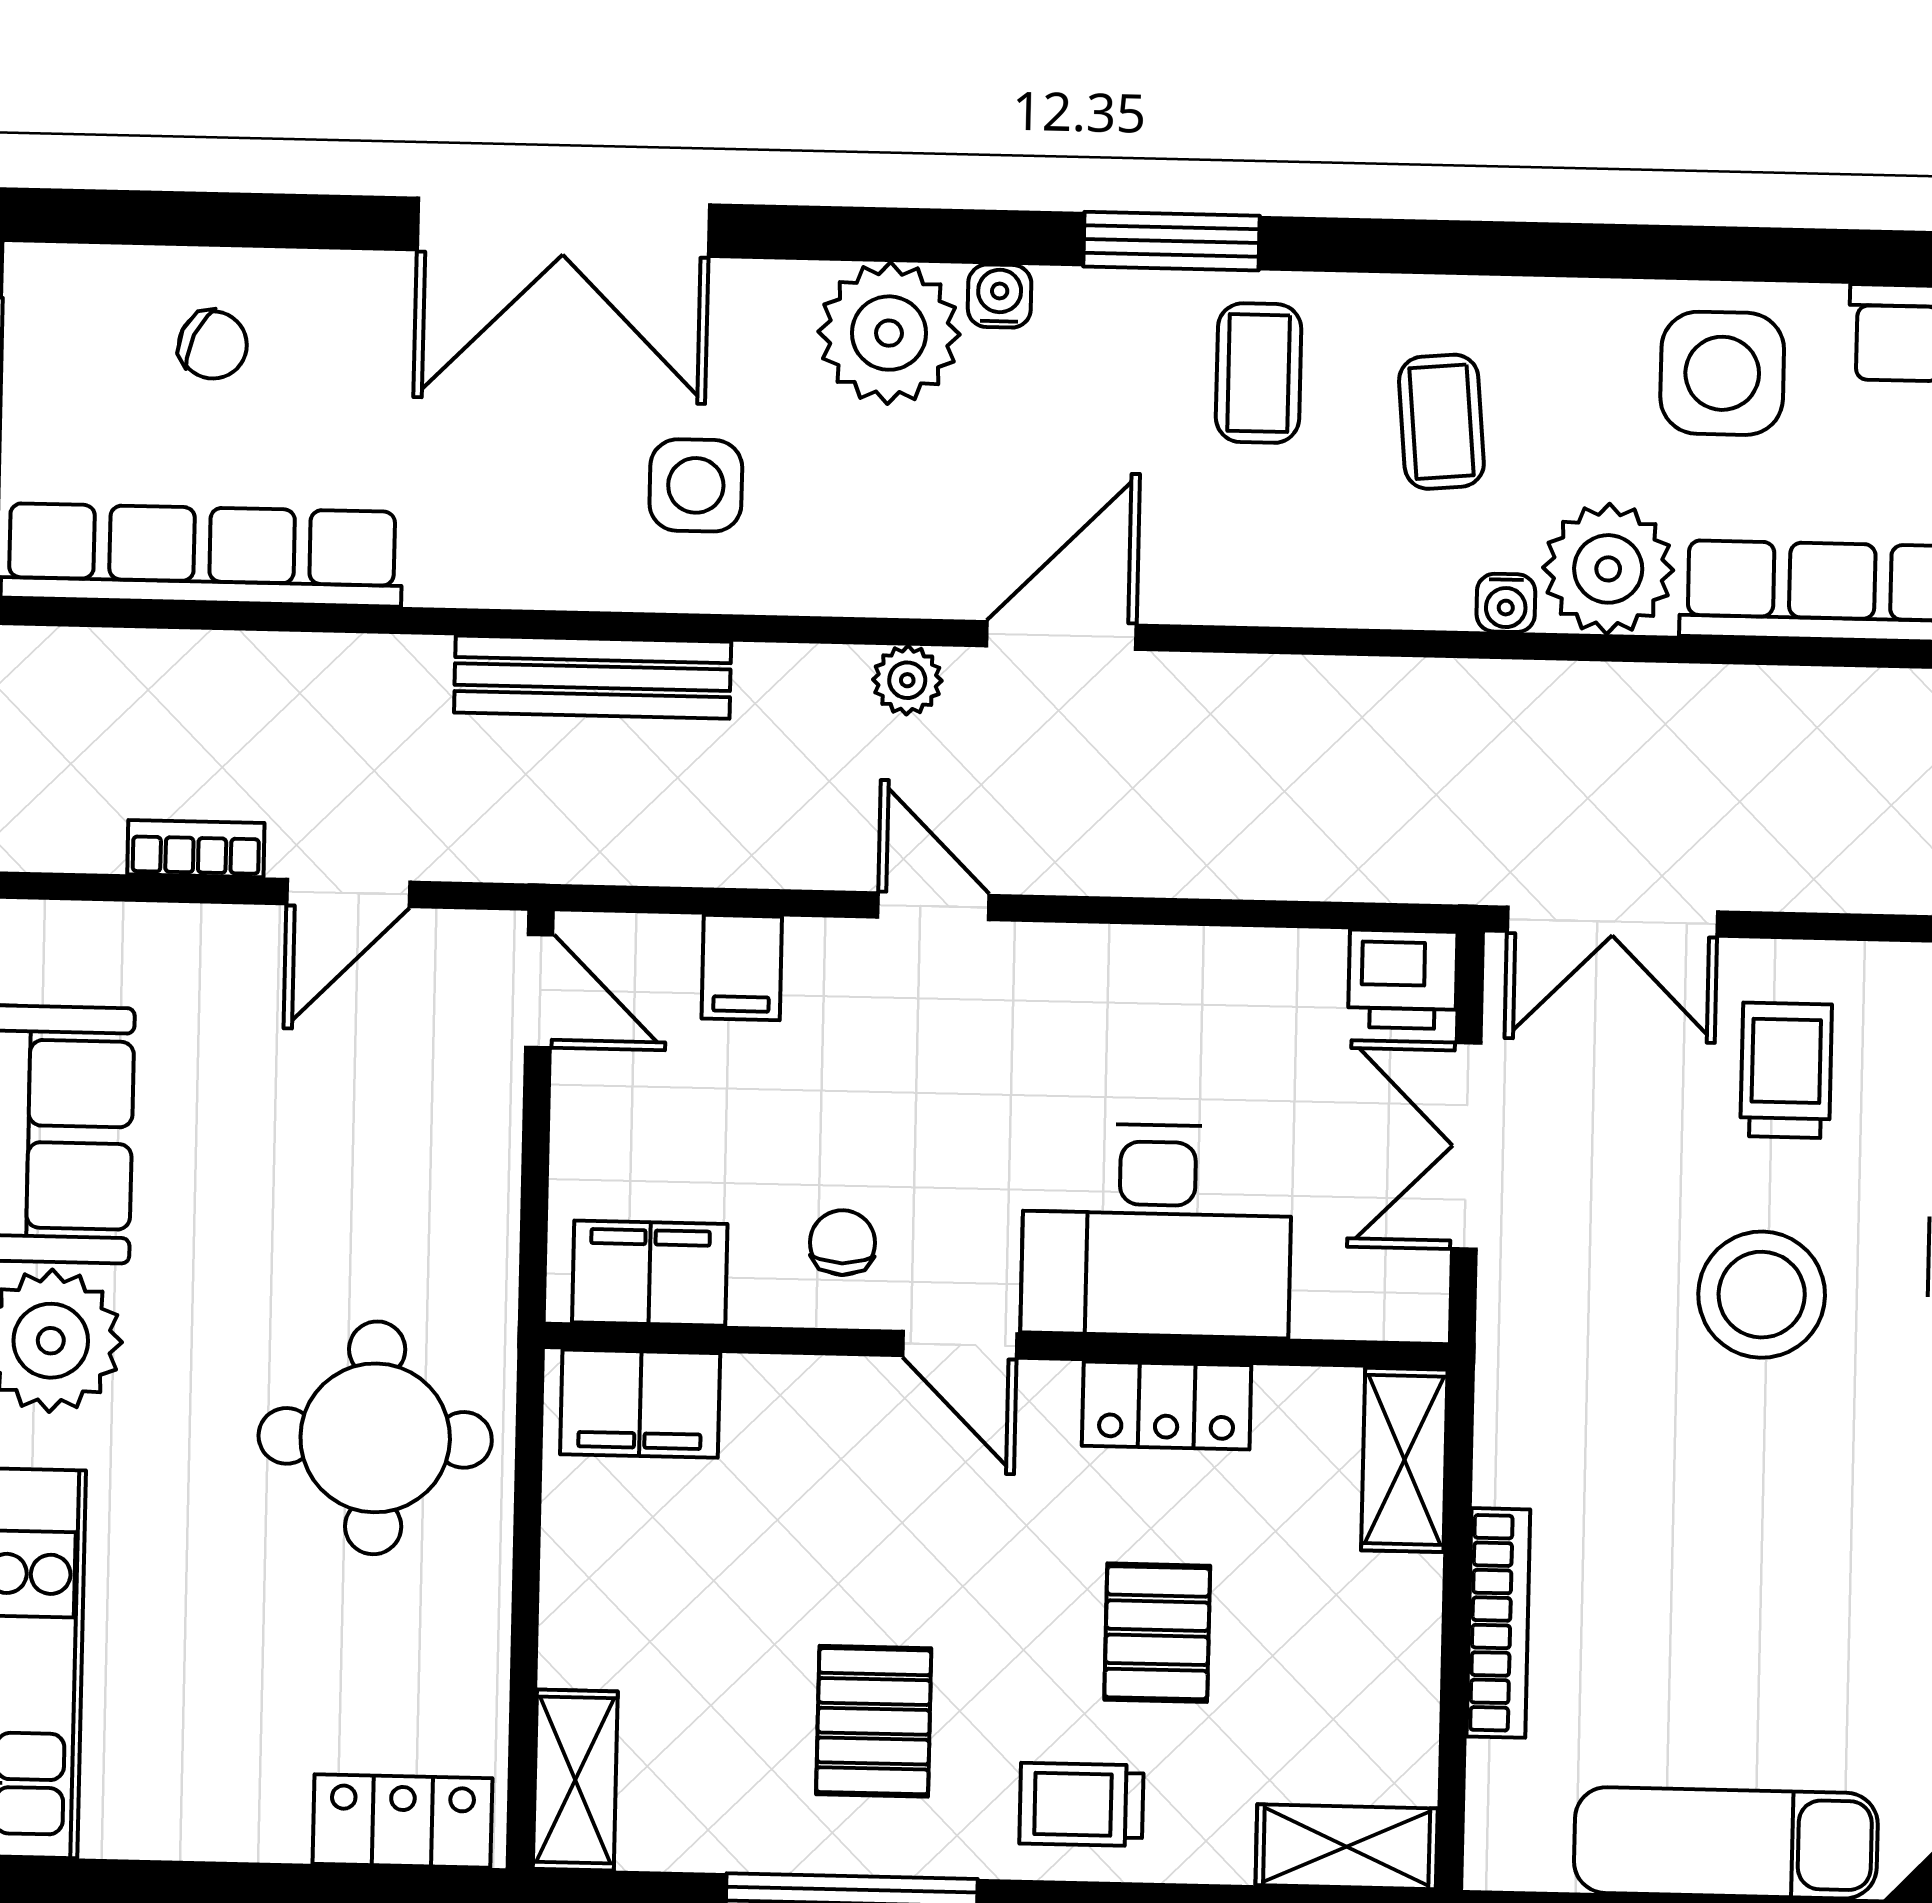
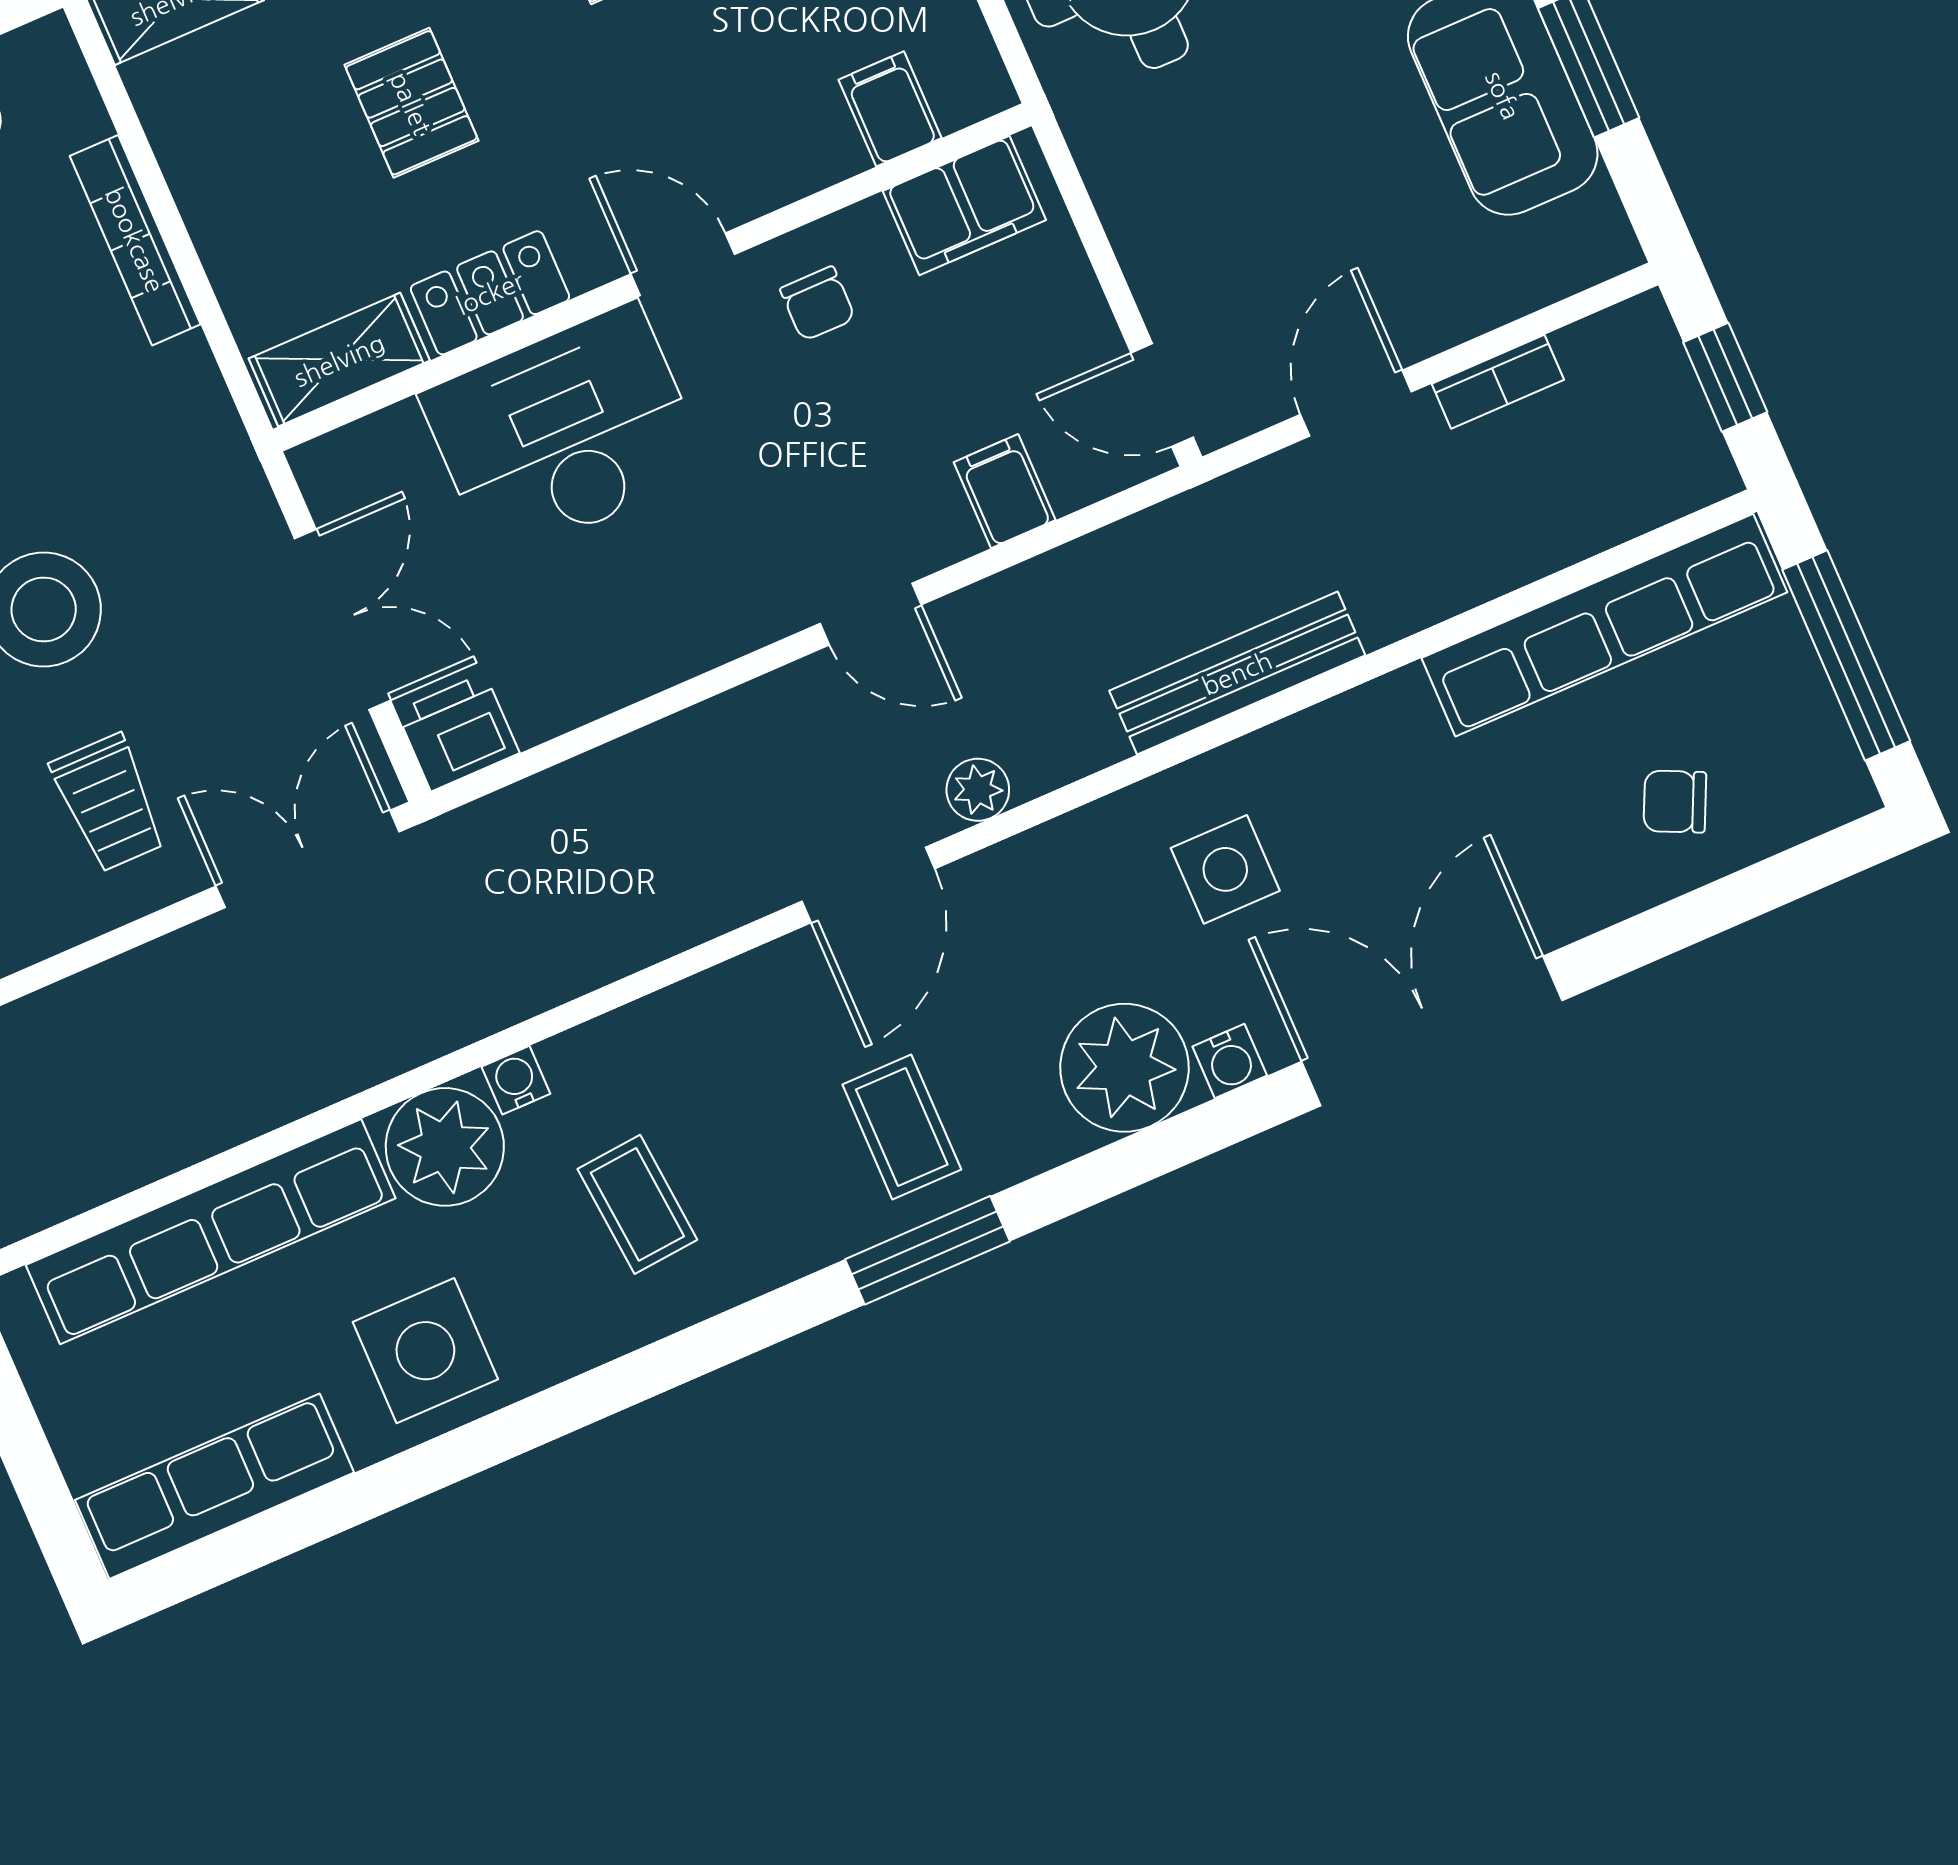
water cooler: (1000, 296) -> (1230, 1061), moved
coffee table: (1259, 373) -> (902, 1127), moved
filing cabinet: (640, 1404) -> (890, 109), width x0.50
shelving: (1404, 1460) -> (339, 360), moved, turned 90

